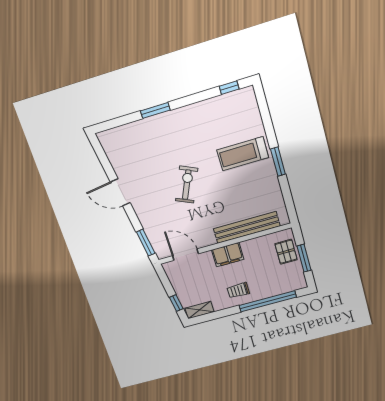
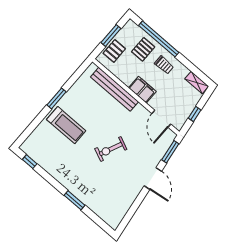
door: (120, 192) -> (153, 179), moved
pallet: (268, 280) -> (143, 49), added
window: (176, 303) -> (195, 114), moved

